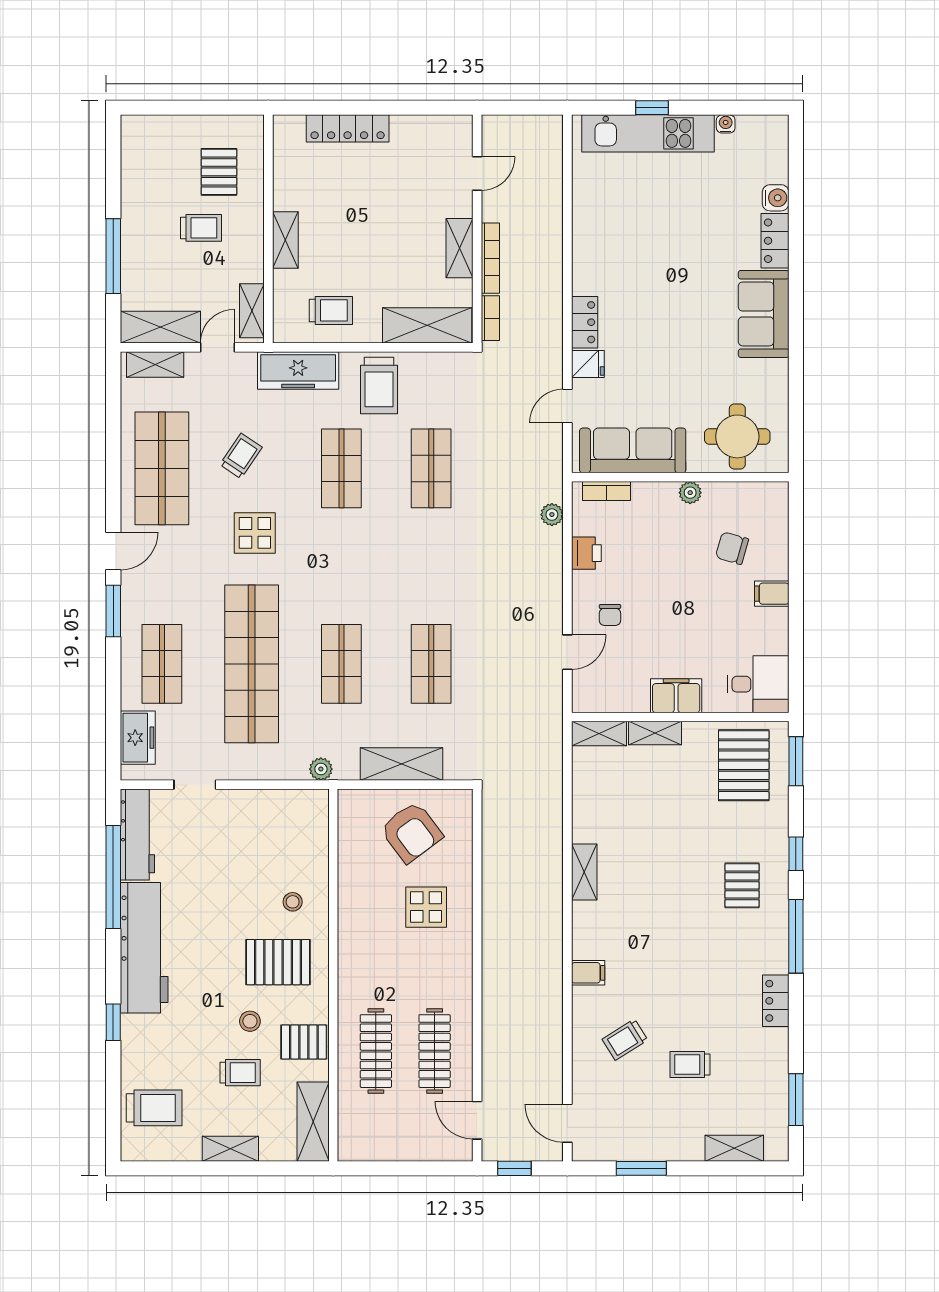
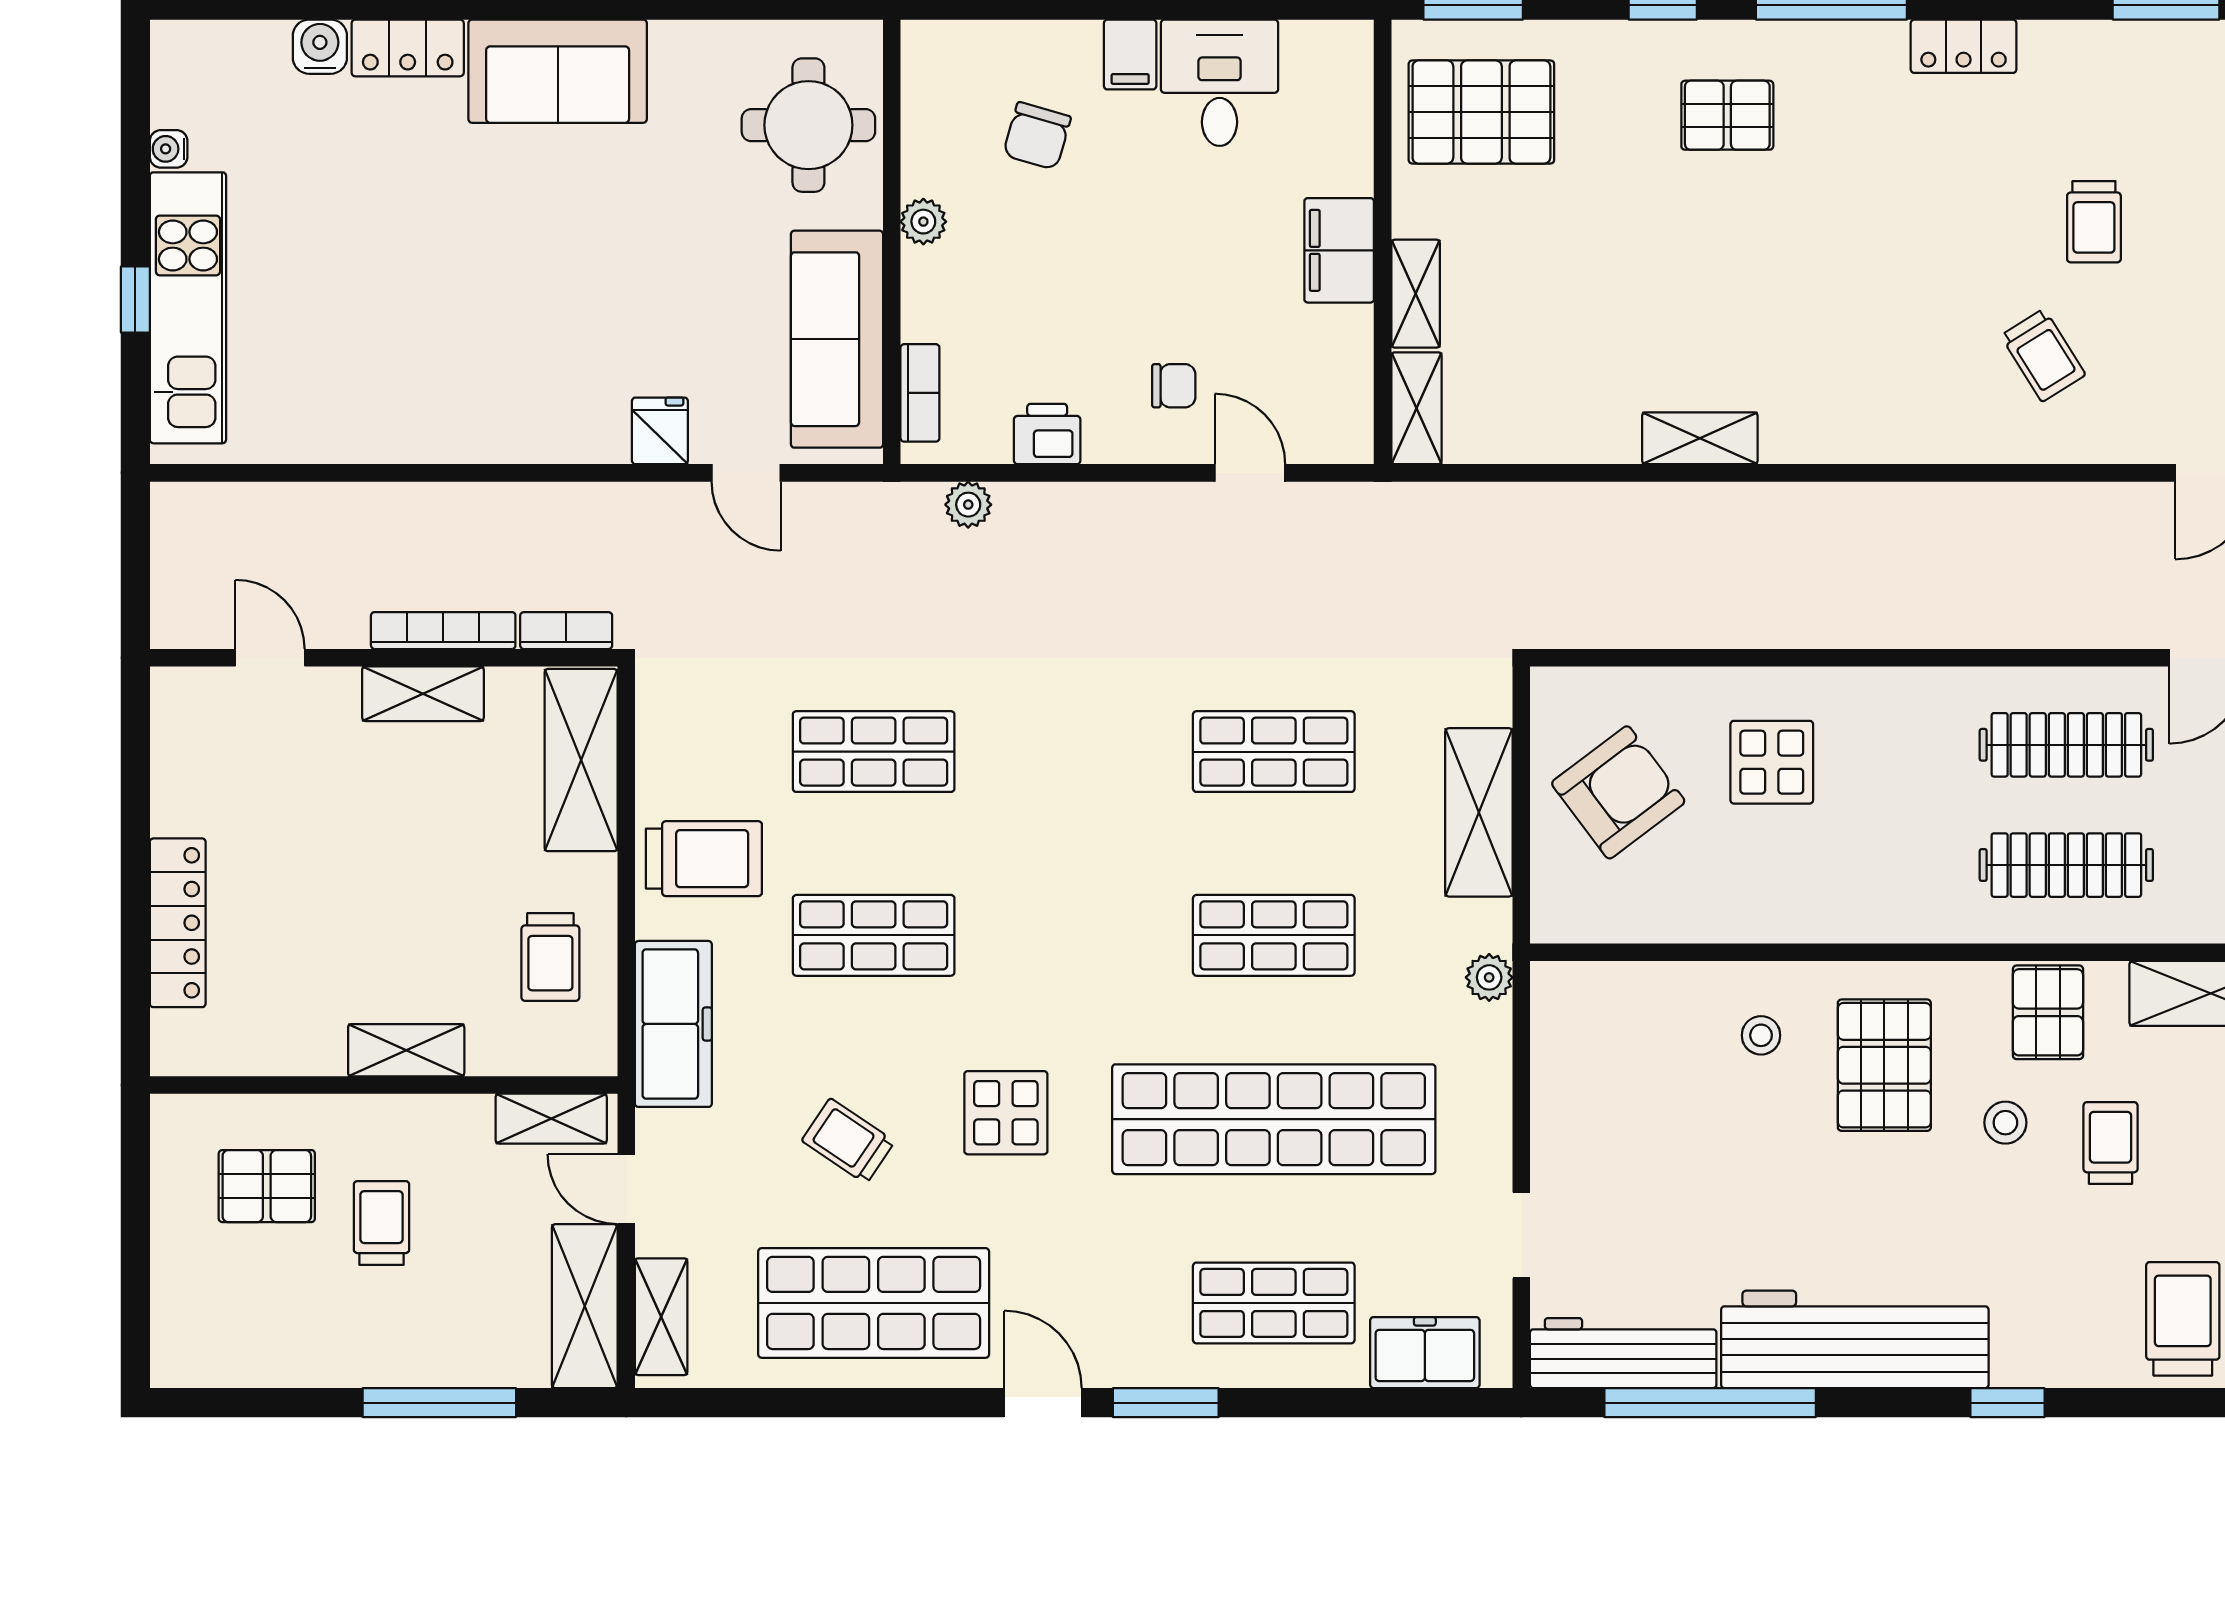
trolley: (331, 310) -> (550, 957), turned 180
locker: (585, 322) -> (574, 437), removed
desk: (758, 684) -> (1220, 83), moved
filing cabinet: (588, 973) -> (1906, 430), removed

